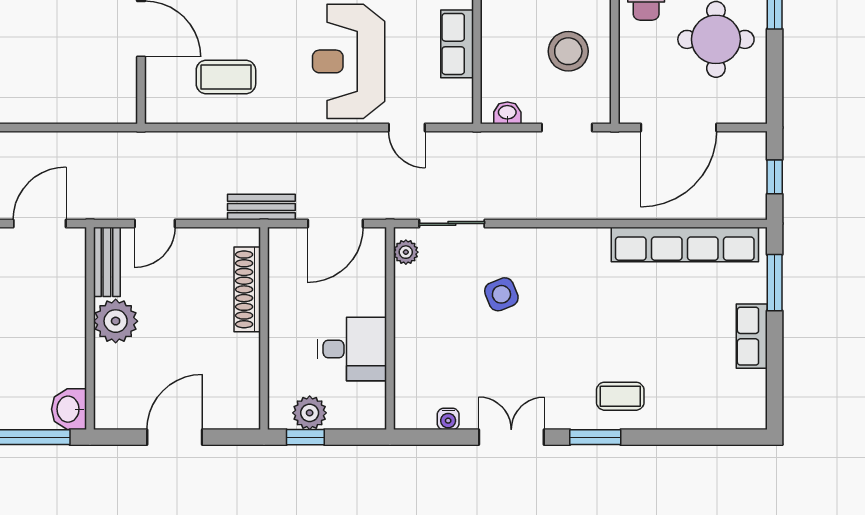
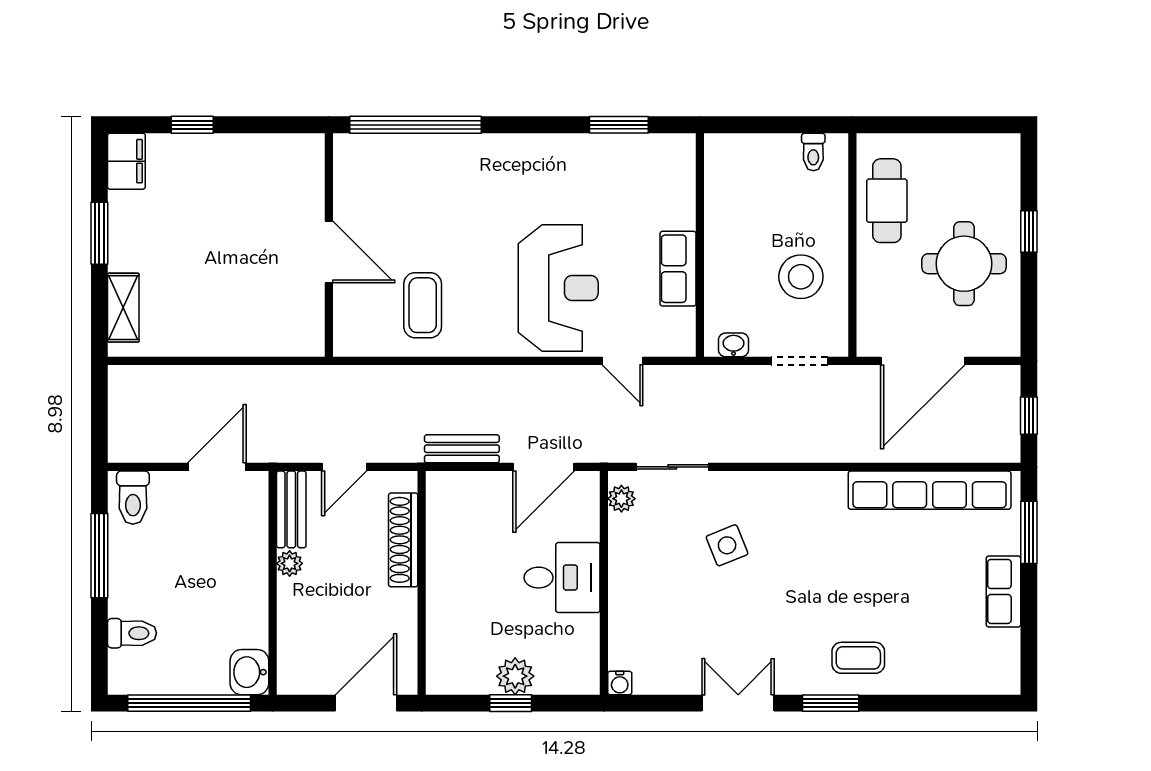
reception desk: (349, 61) -> (558, 288), turned 180
coffee table: (226, 77) -> (423, 305), turned 90
shoe rack: (247, 289) -> (403, 540), moved
plant: (116, 321) -> (290, 563), width x0.53, depth x0.53
wall: (264, 328) -> (422, 583), moved
desk: (352, 349) -> (562, 578), moved
water cooler: (448, 419) -> (620, 683), moved

